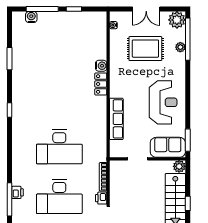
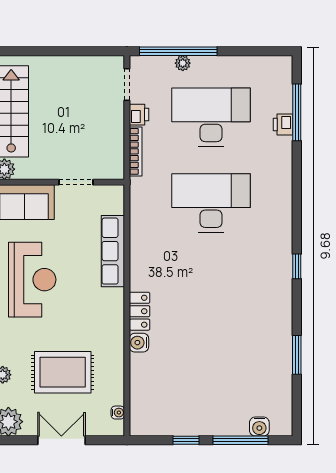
reception desk: (163, 102) -> (32, 280), turned 180

